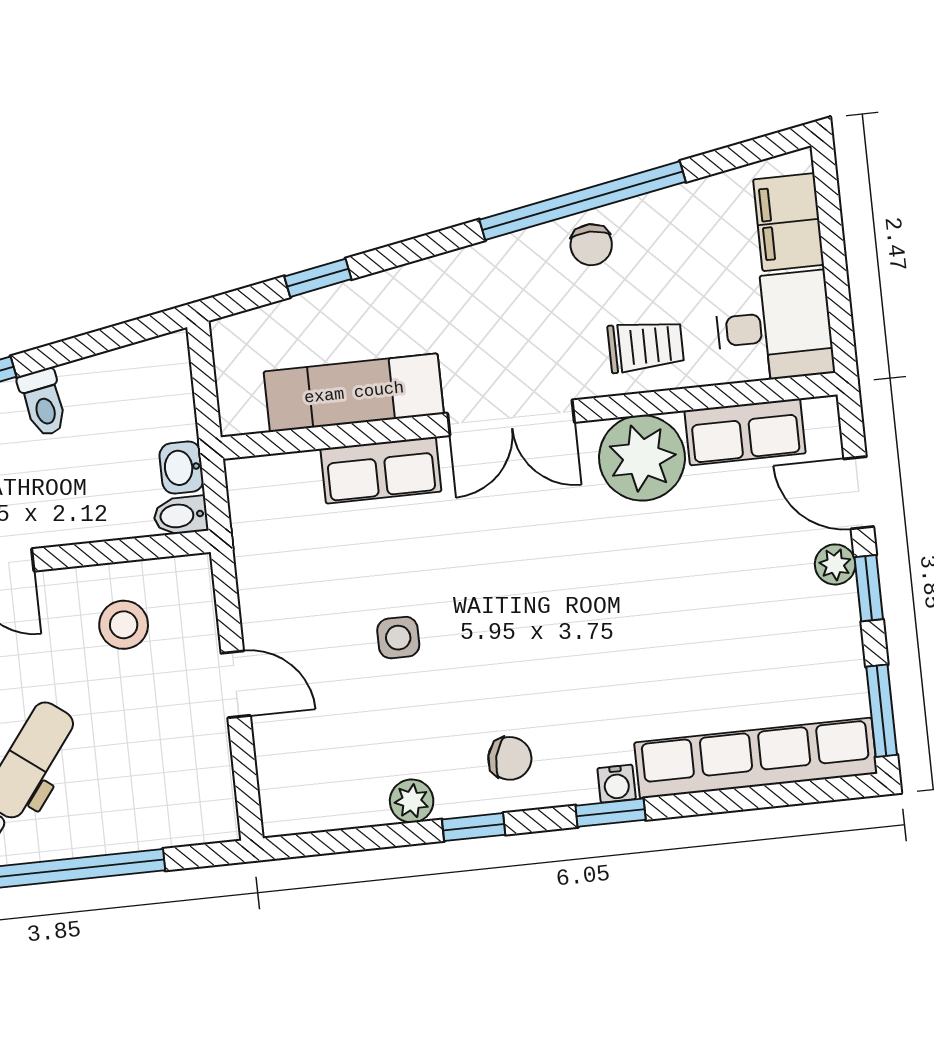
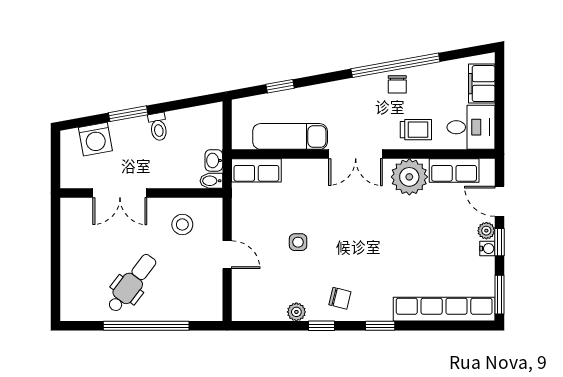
row of seats: (381, 470) -> (256, 170), moved
water cooler: (617, 784) -> (487, 249), moved, turned -90

